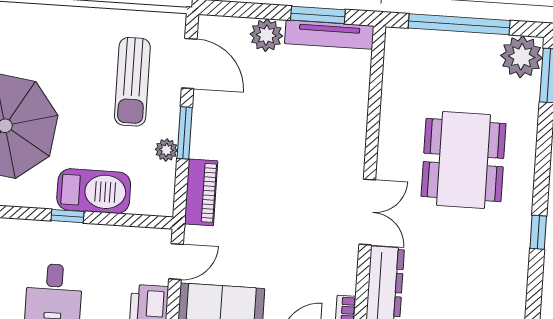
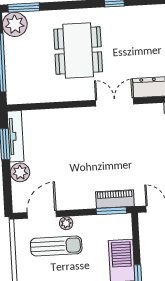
window: (185, 133) -> (111, 211), moved
plant: (166, 150) -> (66, 223), moved
dining table: (463, 160) -> (78, 51), turned 90

